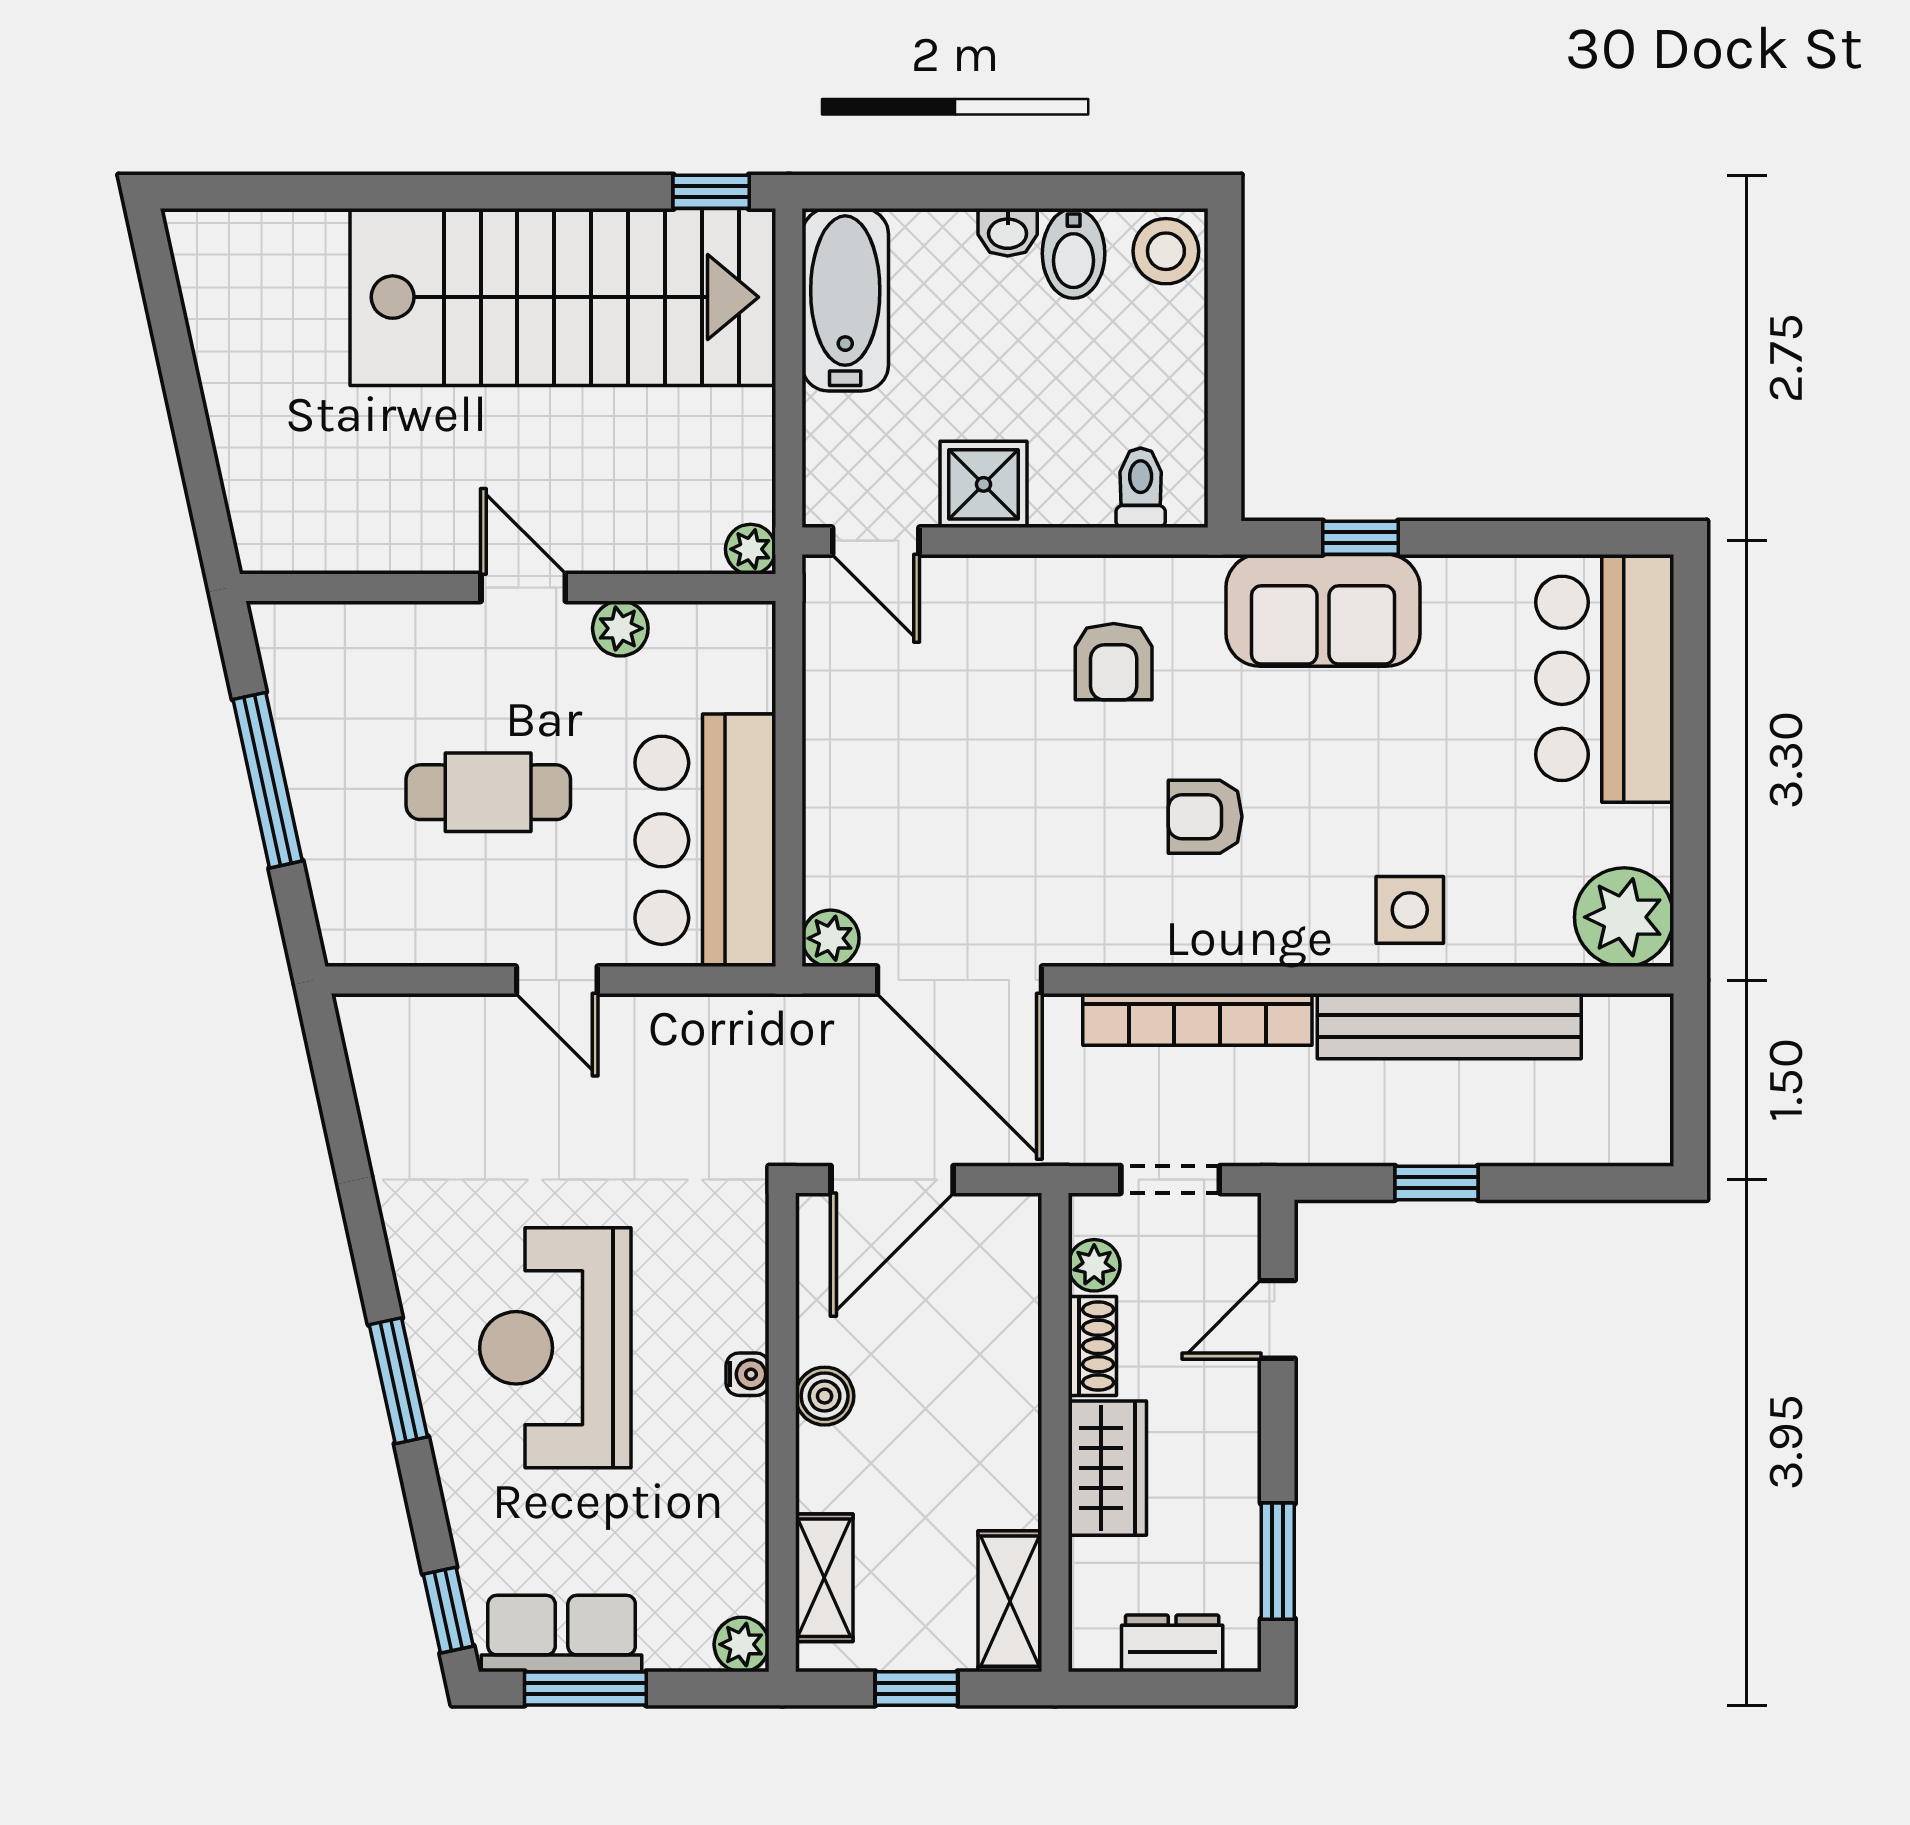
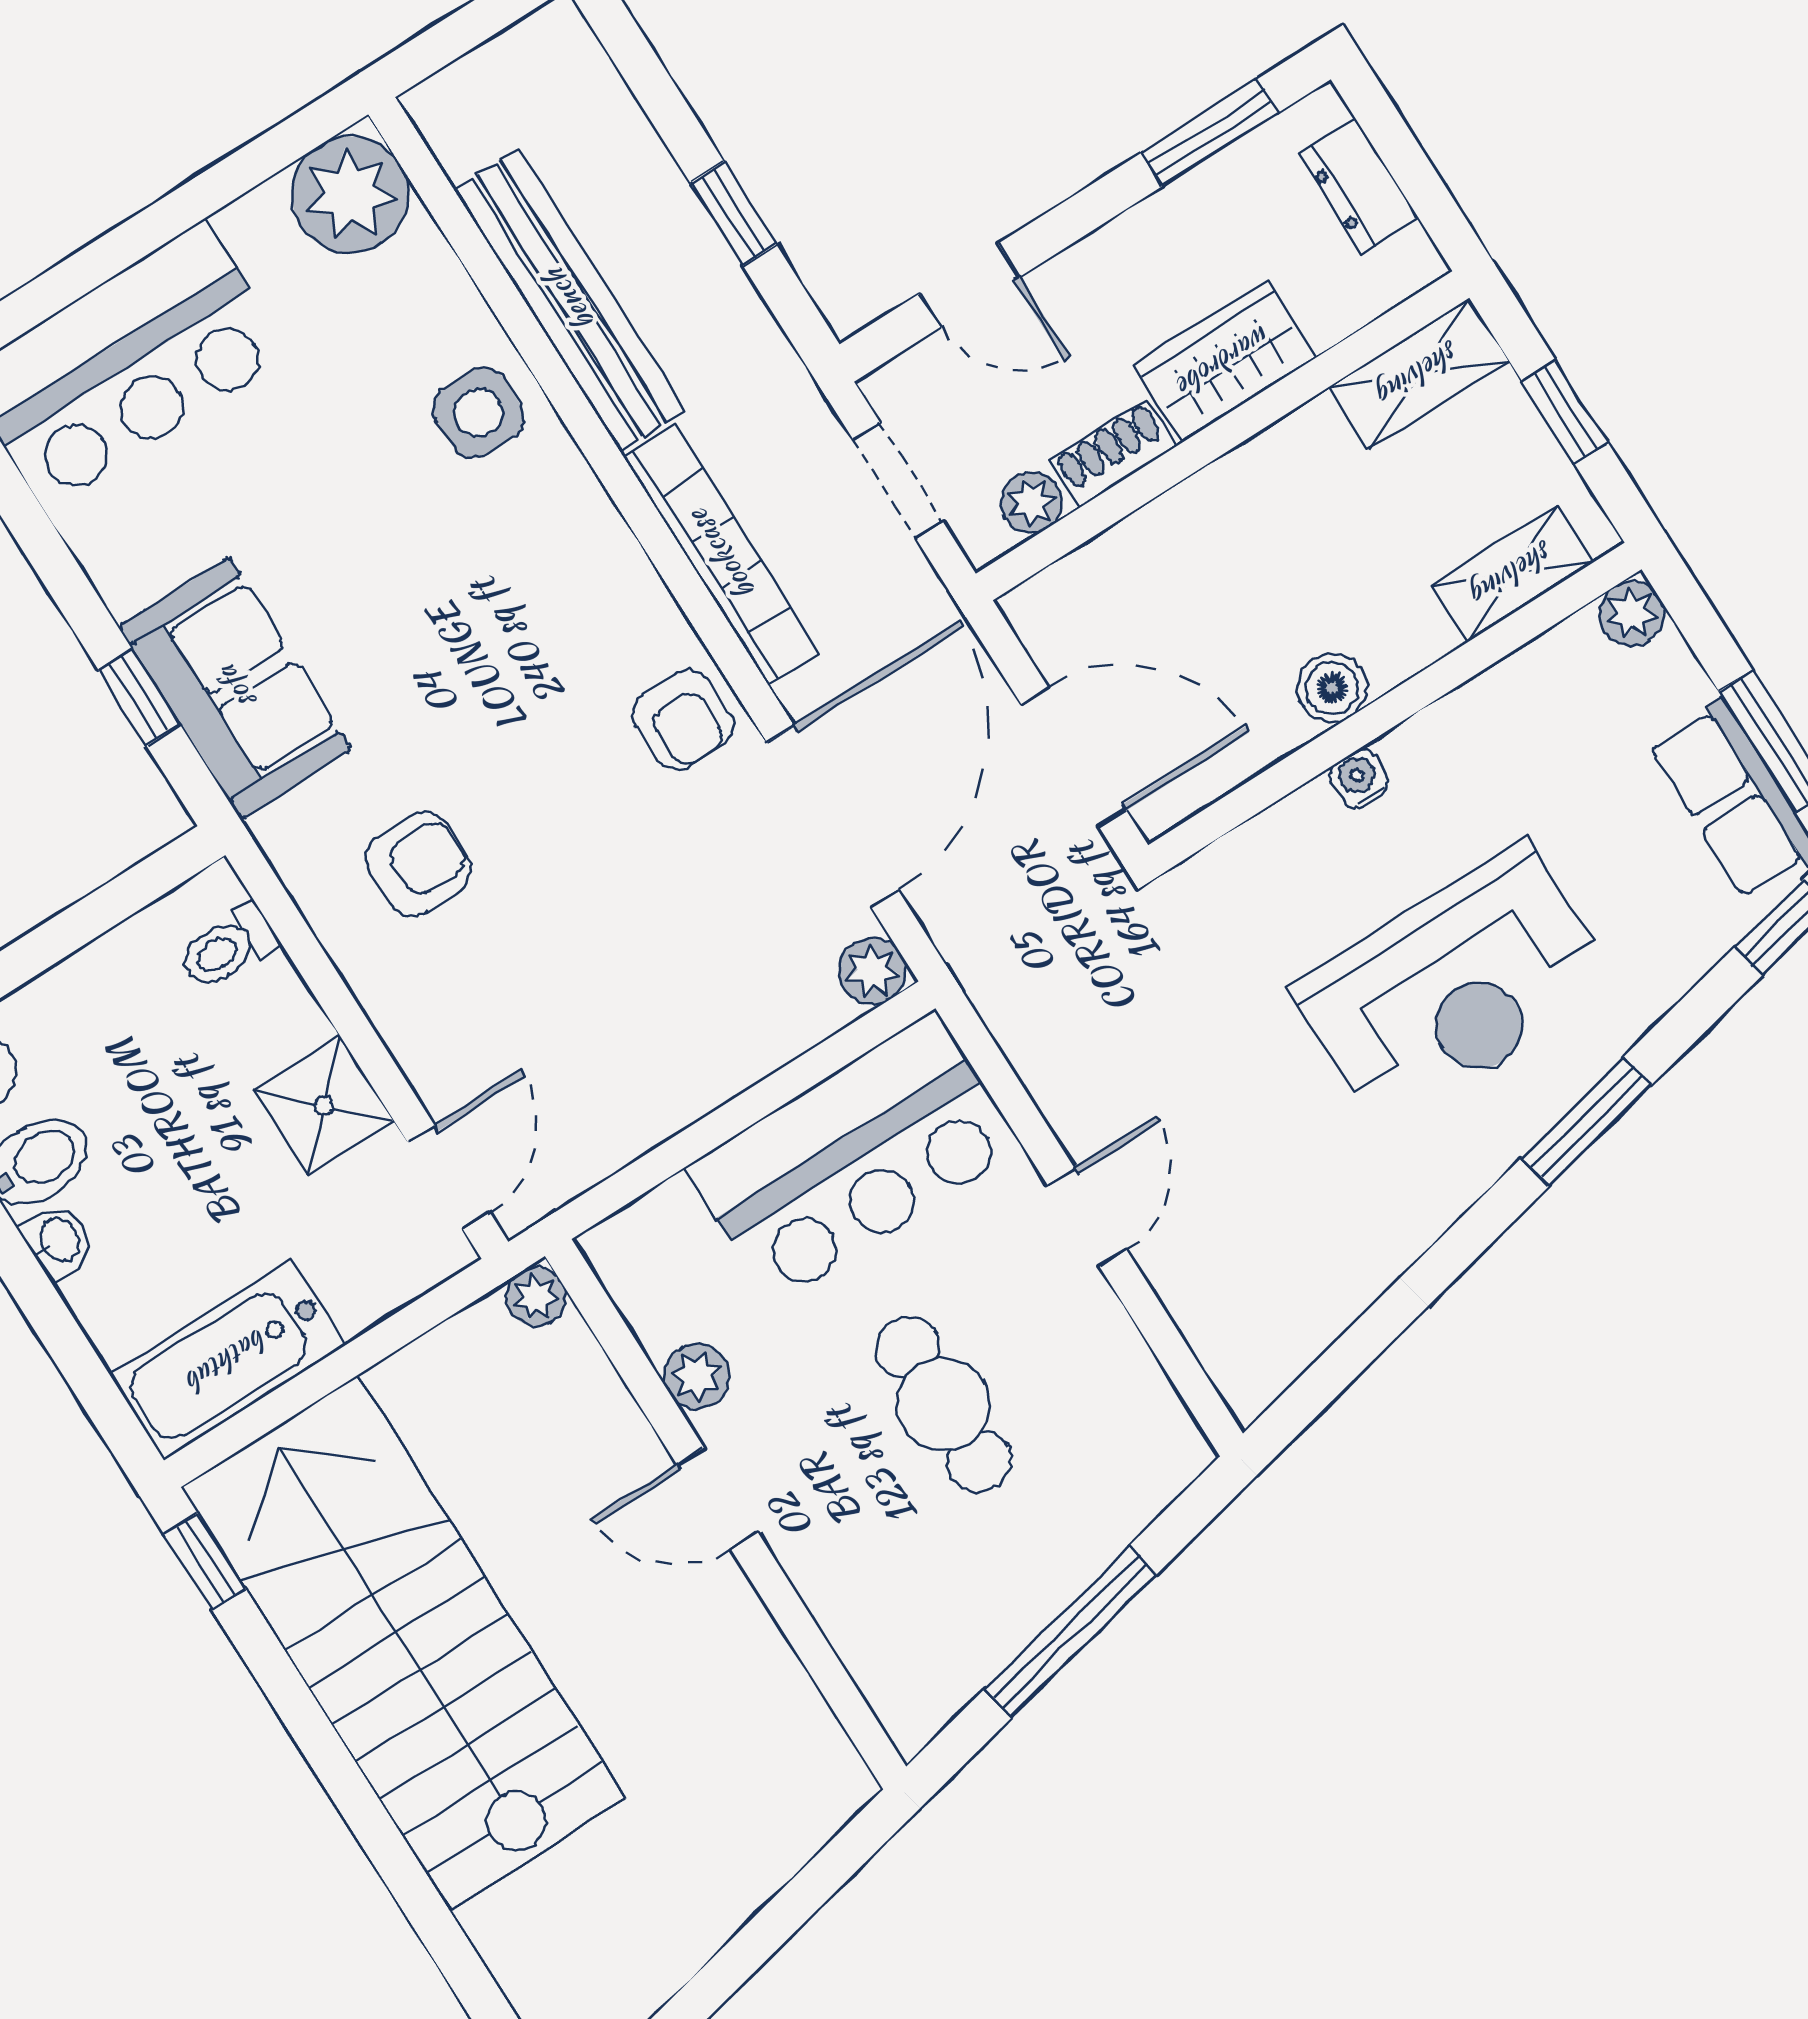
door: (523, 588) -> (718, 1499), hinge flipped
armchair: (1205, 817) -> (683, 720), moved

